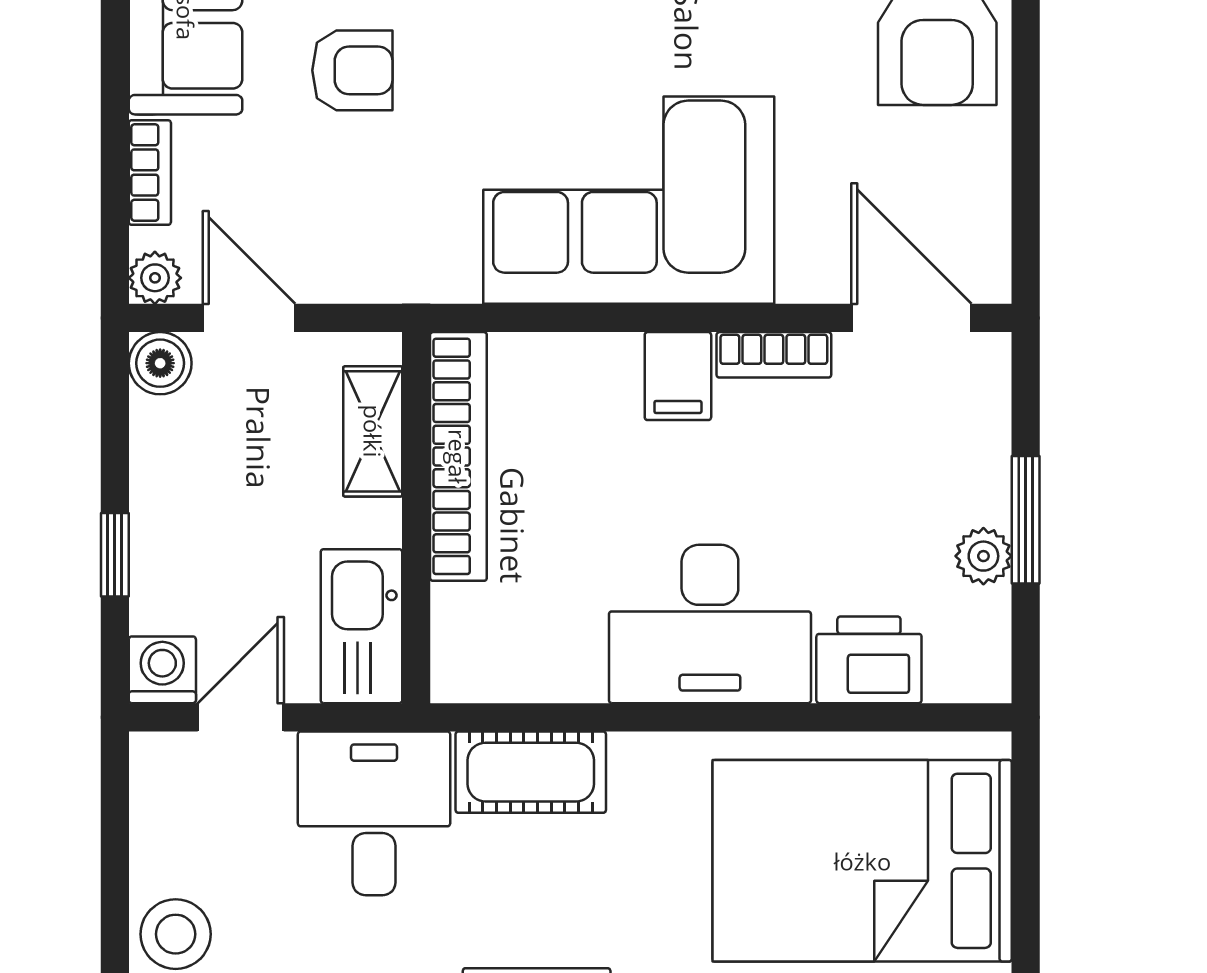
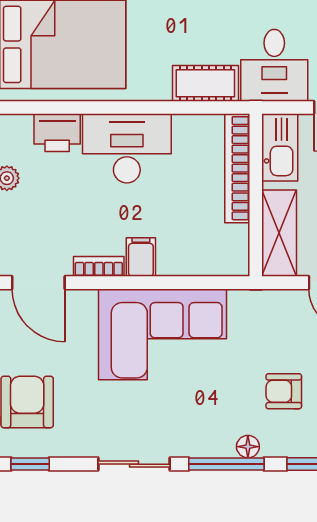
shelving: (373, 431) -> (279, 233), width x1.50, depth x1.33
bookcase: (458, 456) -> (237, 168), moved

